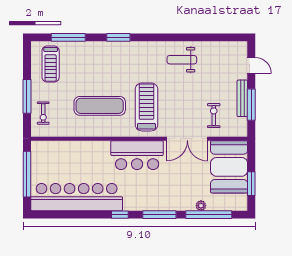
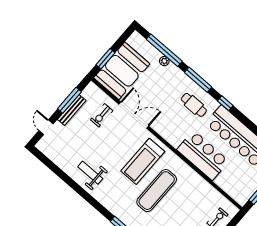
weight bench: (182, 60) -> (90, 173), turned 180
exercise mat: (100, 106) -> (157, 191), moved, turned 90
bar counter: (137, 155) -> (203, 155), moved
window: (251, 184) -> (105, 59), moved
cafe table: (145, 191) -> (194, 105), added

